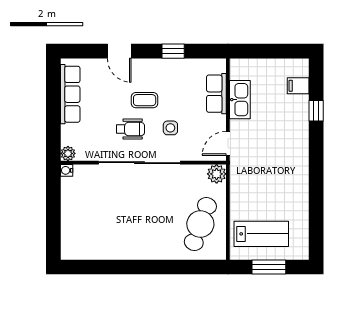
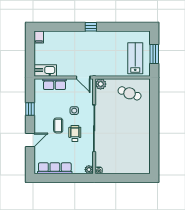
filing cabinet: (298, 86) -> (39, 37), moved
kitchen sink: (240, 100) -> (45, 71), moved
window: (316, 111) -> (91, 27), moved
cafe table: (200, 224) -> (130, 93), width x0.73, depth x0.74

